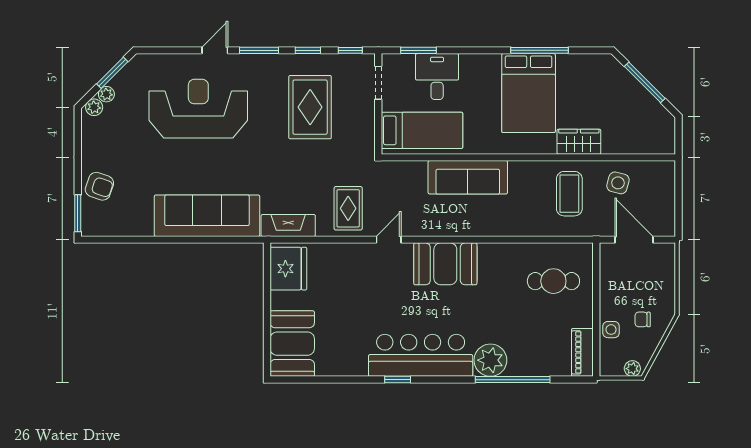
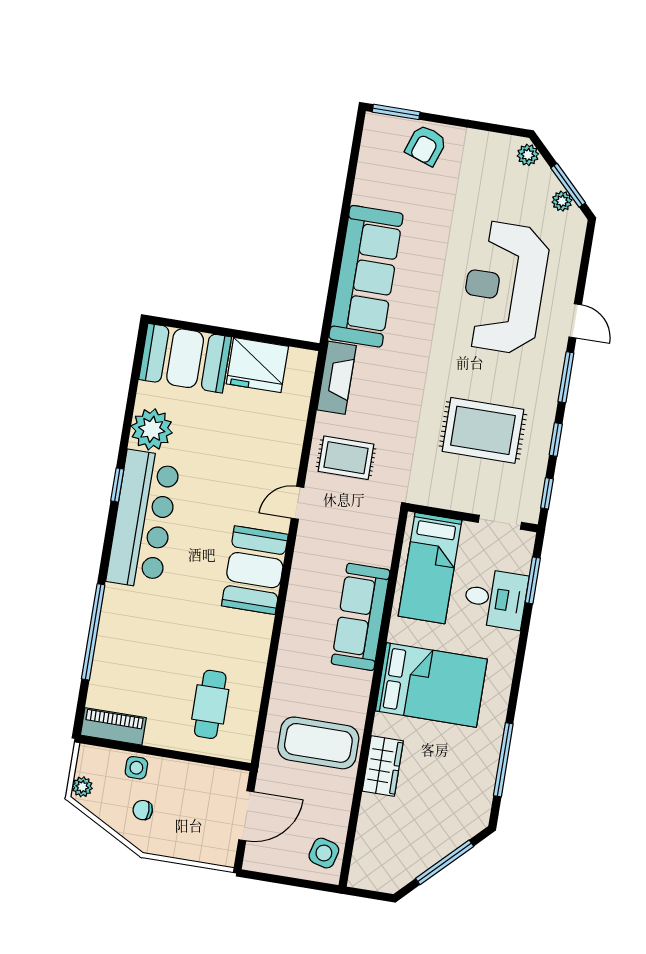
window: (540, 50) -> (503, 760), moved
bed: (529, 93) -> (431, 685), moved, turned 180
plant: (106, 94) -> (562, 201), moved
reception desk: (198, 109) -> (504, 288), turned 180
side table: (618, 183) -> (324, 853), moved
coffee table: (569, 194) -> (318, 743), width x1.36, depth x1.32
door: (389, 240) -> (298, 503), swing flipped
fridge: (288, 269) -> (257, 365), moved
chair: (643, 319) -> (143, 810), turned -90
plant: (490, 360) -> (152, 429), moved

